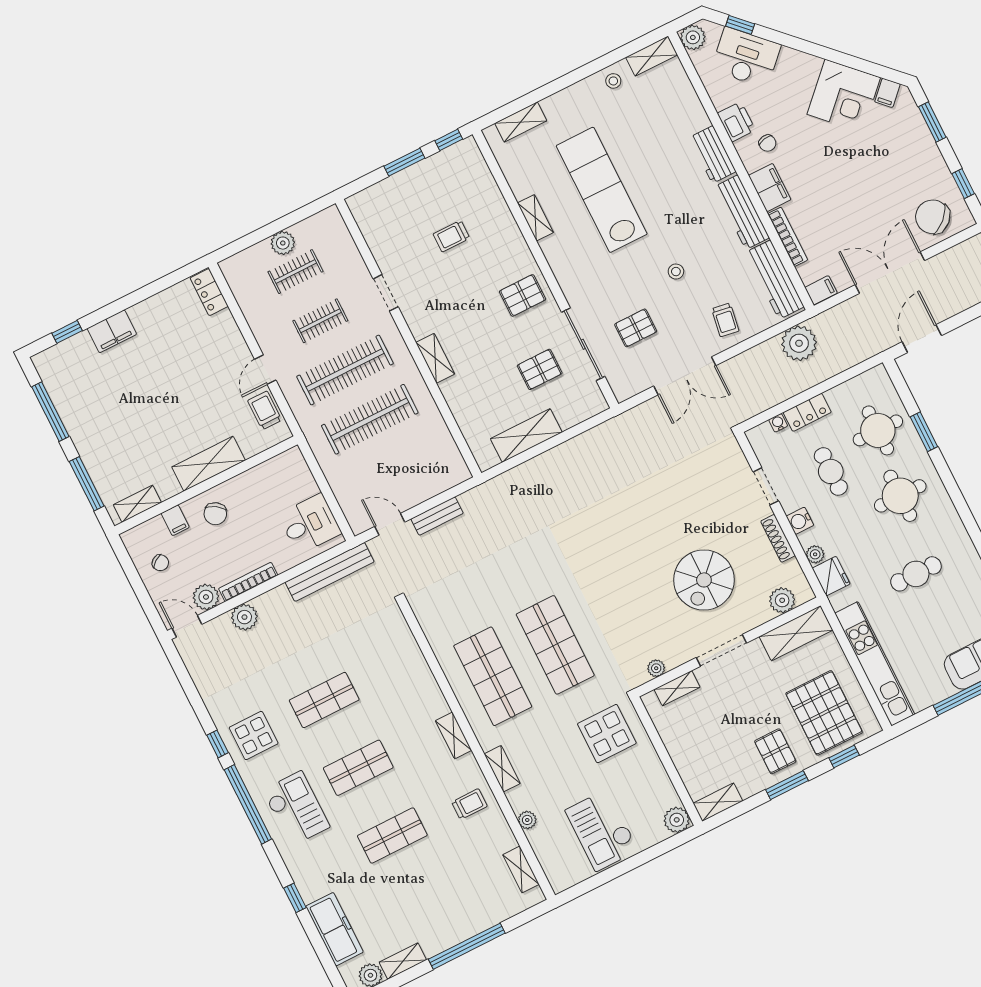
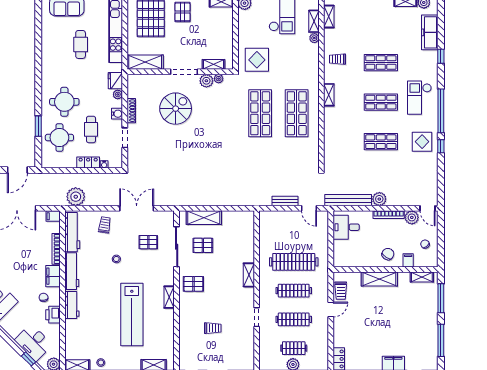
shelving: (535, 218) -> (169, 297), moved
clothes rail: (320, 321) -> (294, 319), width x1.36
clothes rail: (345, 370) -> (294, 291), width x0.73, depth x0.76
shelving: (526, 435) -> (204, 218), moved
cafe table: (916, 574) -> (81, 44), moved, turned 90
plant: (782, 600) -> (206, 81), moved
plant: (244, 617) -> (379, 199), moved
shelving: (502, 769) -> (314, 21), moved

